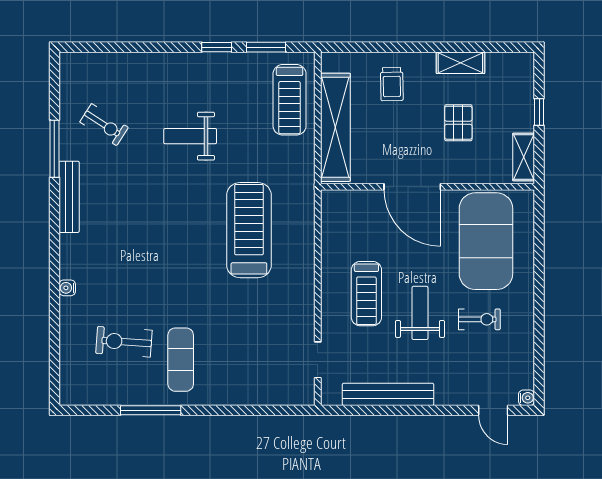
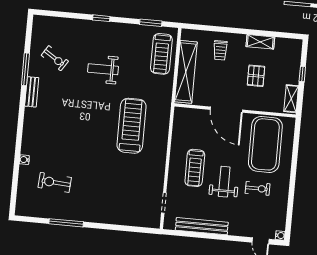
window: (217, 47) -> (101, 18), moved
bench: (69, 197) -> (32, 92), width x0.73
water cooler: (67, 288) -> (24, 160), moved
exercise mat: (181, 360) -> (86, 196), removed

